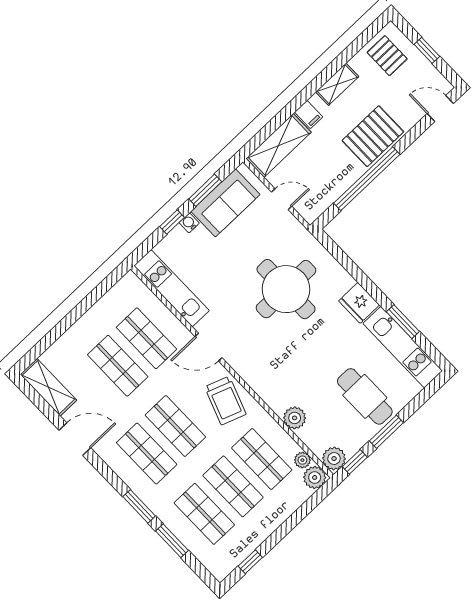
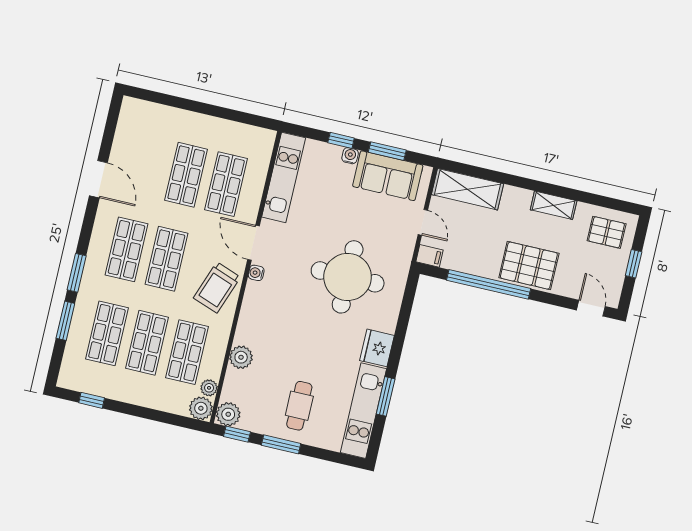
pallet: (387, 56) -> (607, 232), turned 90
filing cabinet: (309, 115) -> (429, 256), moved, turned -90
water cooler: (234, 361) -> (256, 273), added
shelving: (48, 387) -> (128, 127), removed
cafe table: (365, 396) -> (299, 406), width x0.73, depth x0.74

